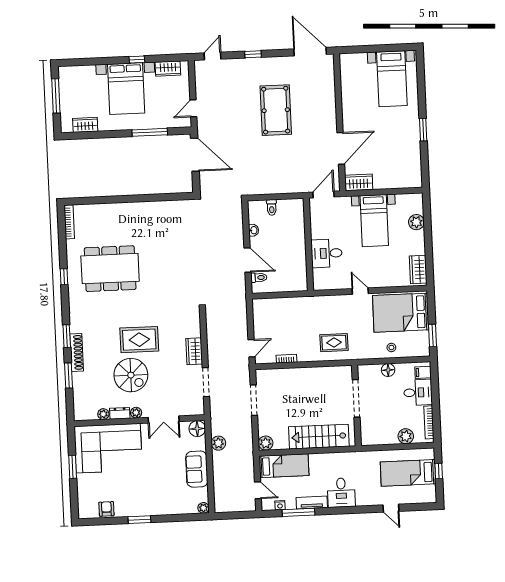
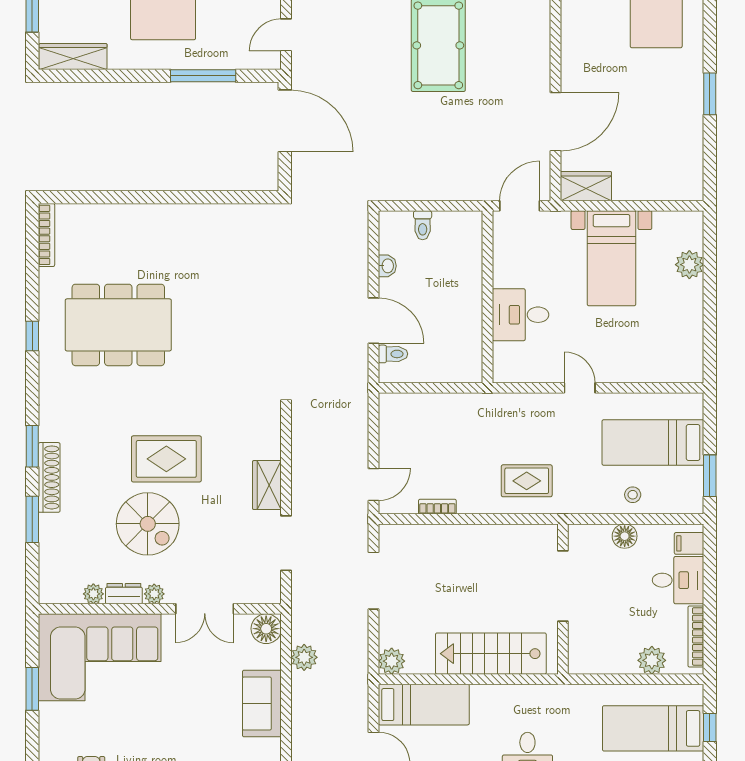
wardrobe: (85, 125) -> (73, 57), width x1.50
wardrobe: (418, 270) -> (689, 353), removed
bed: (401, 313) -> (653, 443), width x0.67

